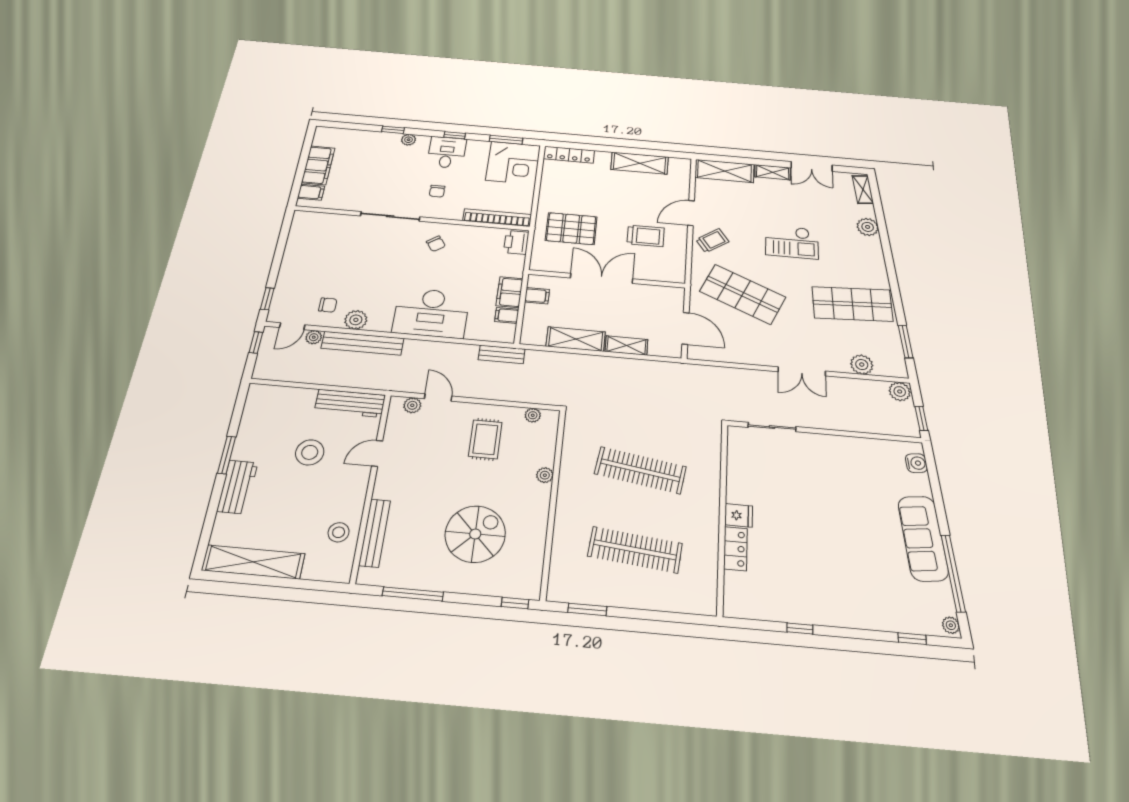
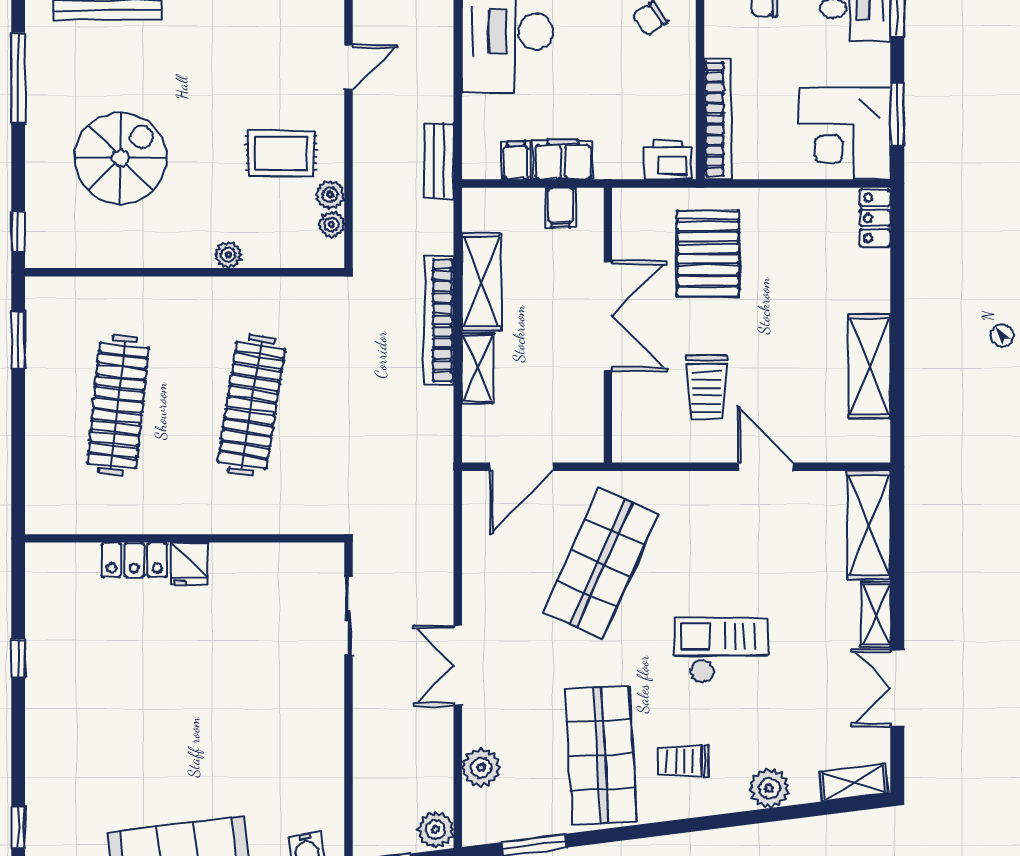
locker: (569, 155) -> (875, 218), width x0.66
trolley: (712, 241) -> (683, 761), moved, turned 125
checkout: (792, 242) -> (721, 650), turned 90
bookcase: (596, 363) -> (439, 320), added
plant: (412, 405) -> (330, 195), moved
spiral stairs: (475, 534) -> (120, 158), turned -90

